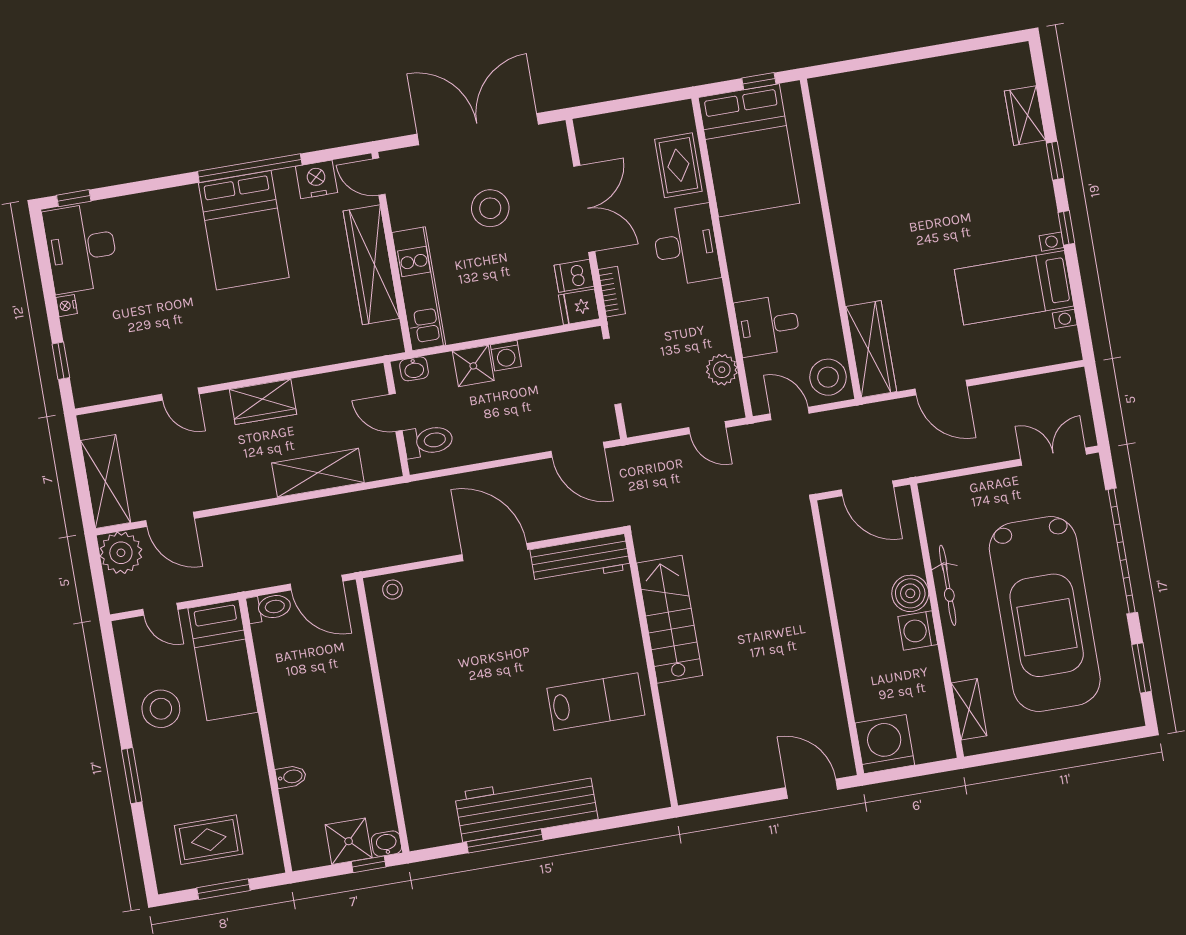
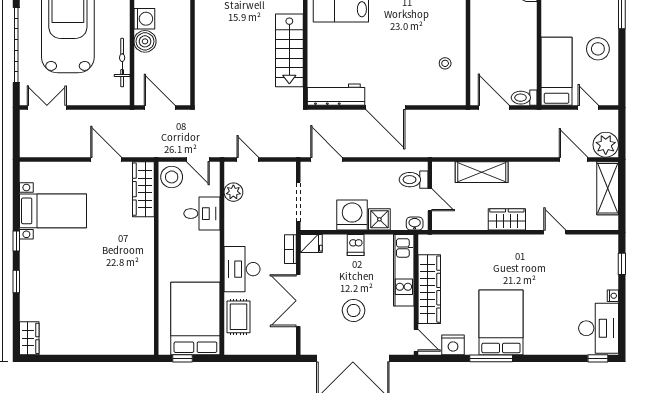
wardrobe: (1025, 116) -> (29, 338), moved
window: (250, 168) -> (491, 358), width x0.68
dishwasher: (574, 276) -> (356, 245), moved, turned 90
washing machine: (506, 356) -> (352, 215), width x1.89, depth x1.89
double door: (1054, 457) -> (47, 107), swing flipped
bicycle: (948, 585) -> (122, 63), moved
stool: (392, 590) -> (445, 63), moved

